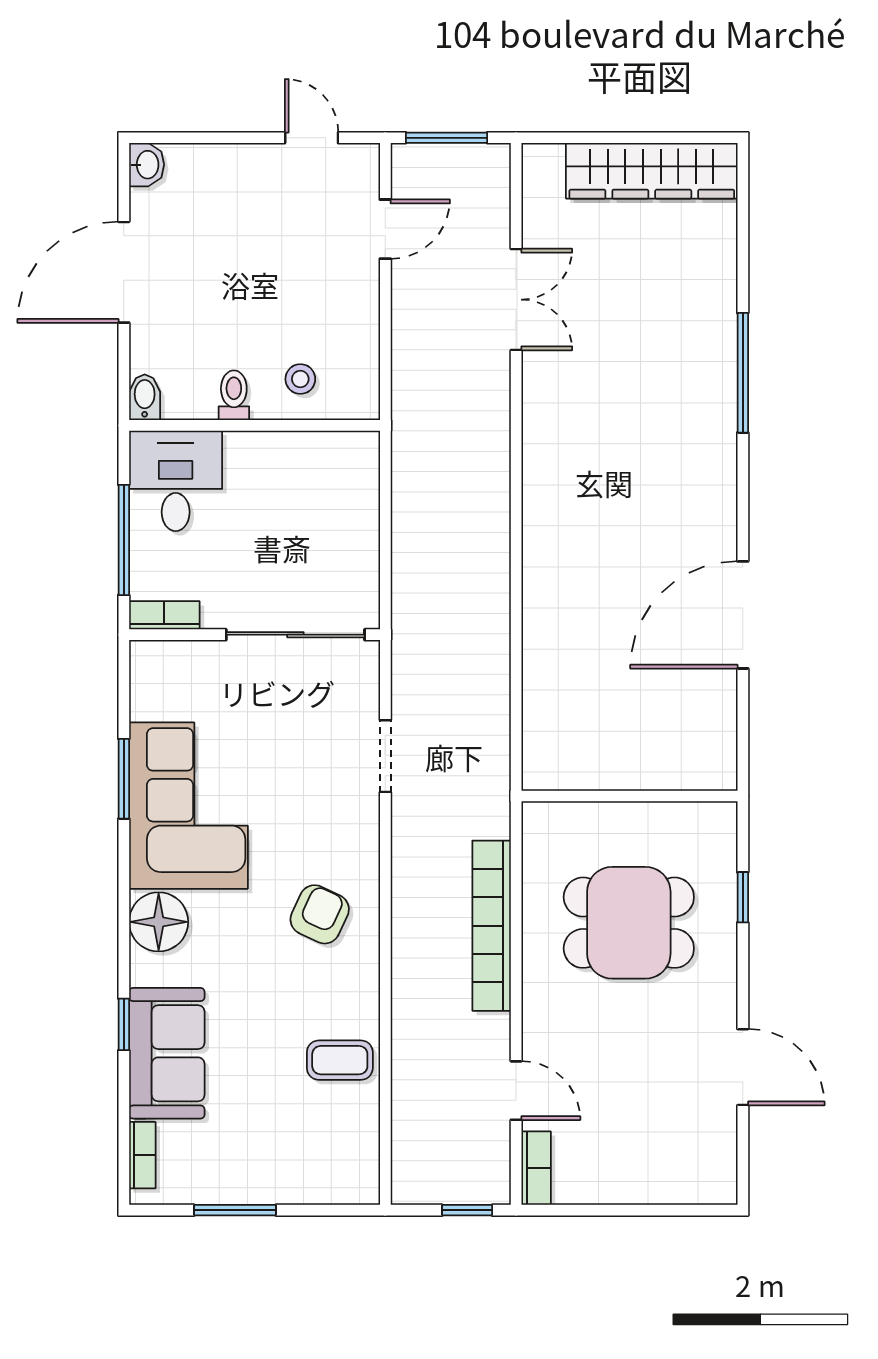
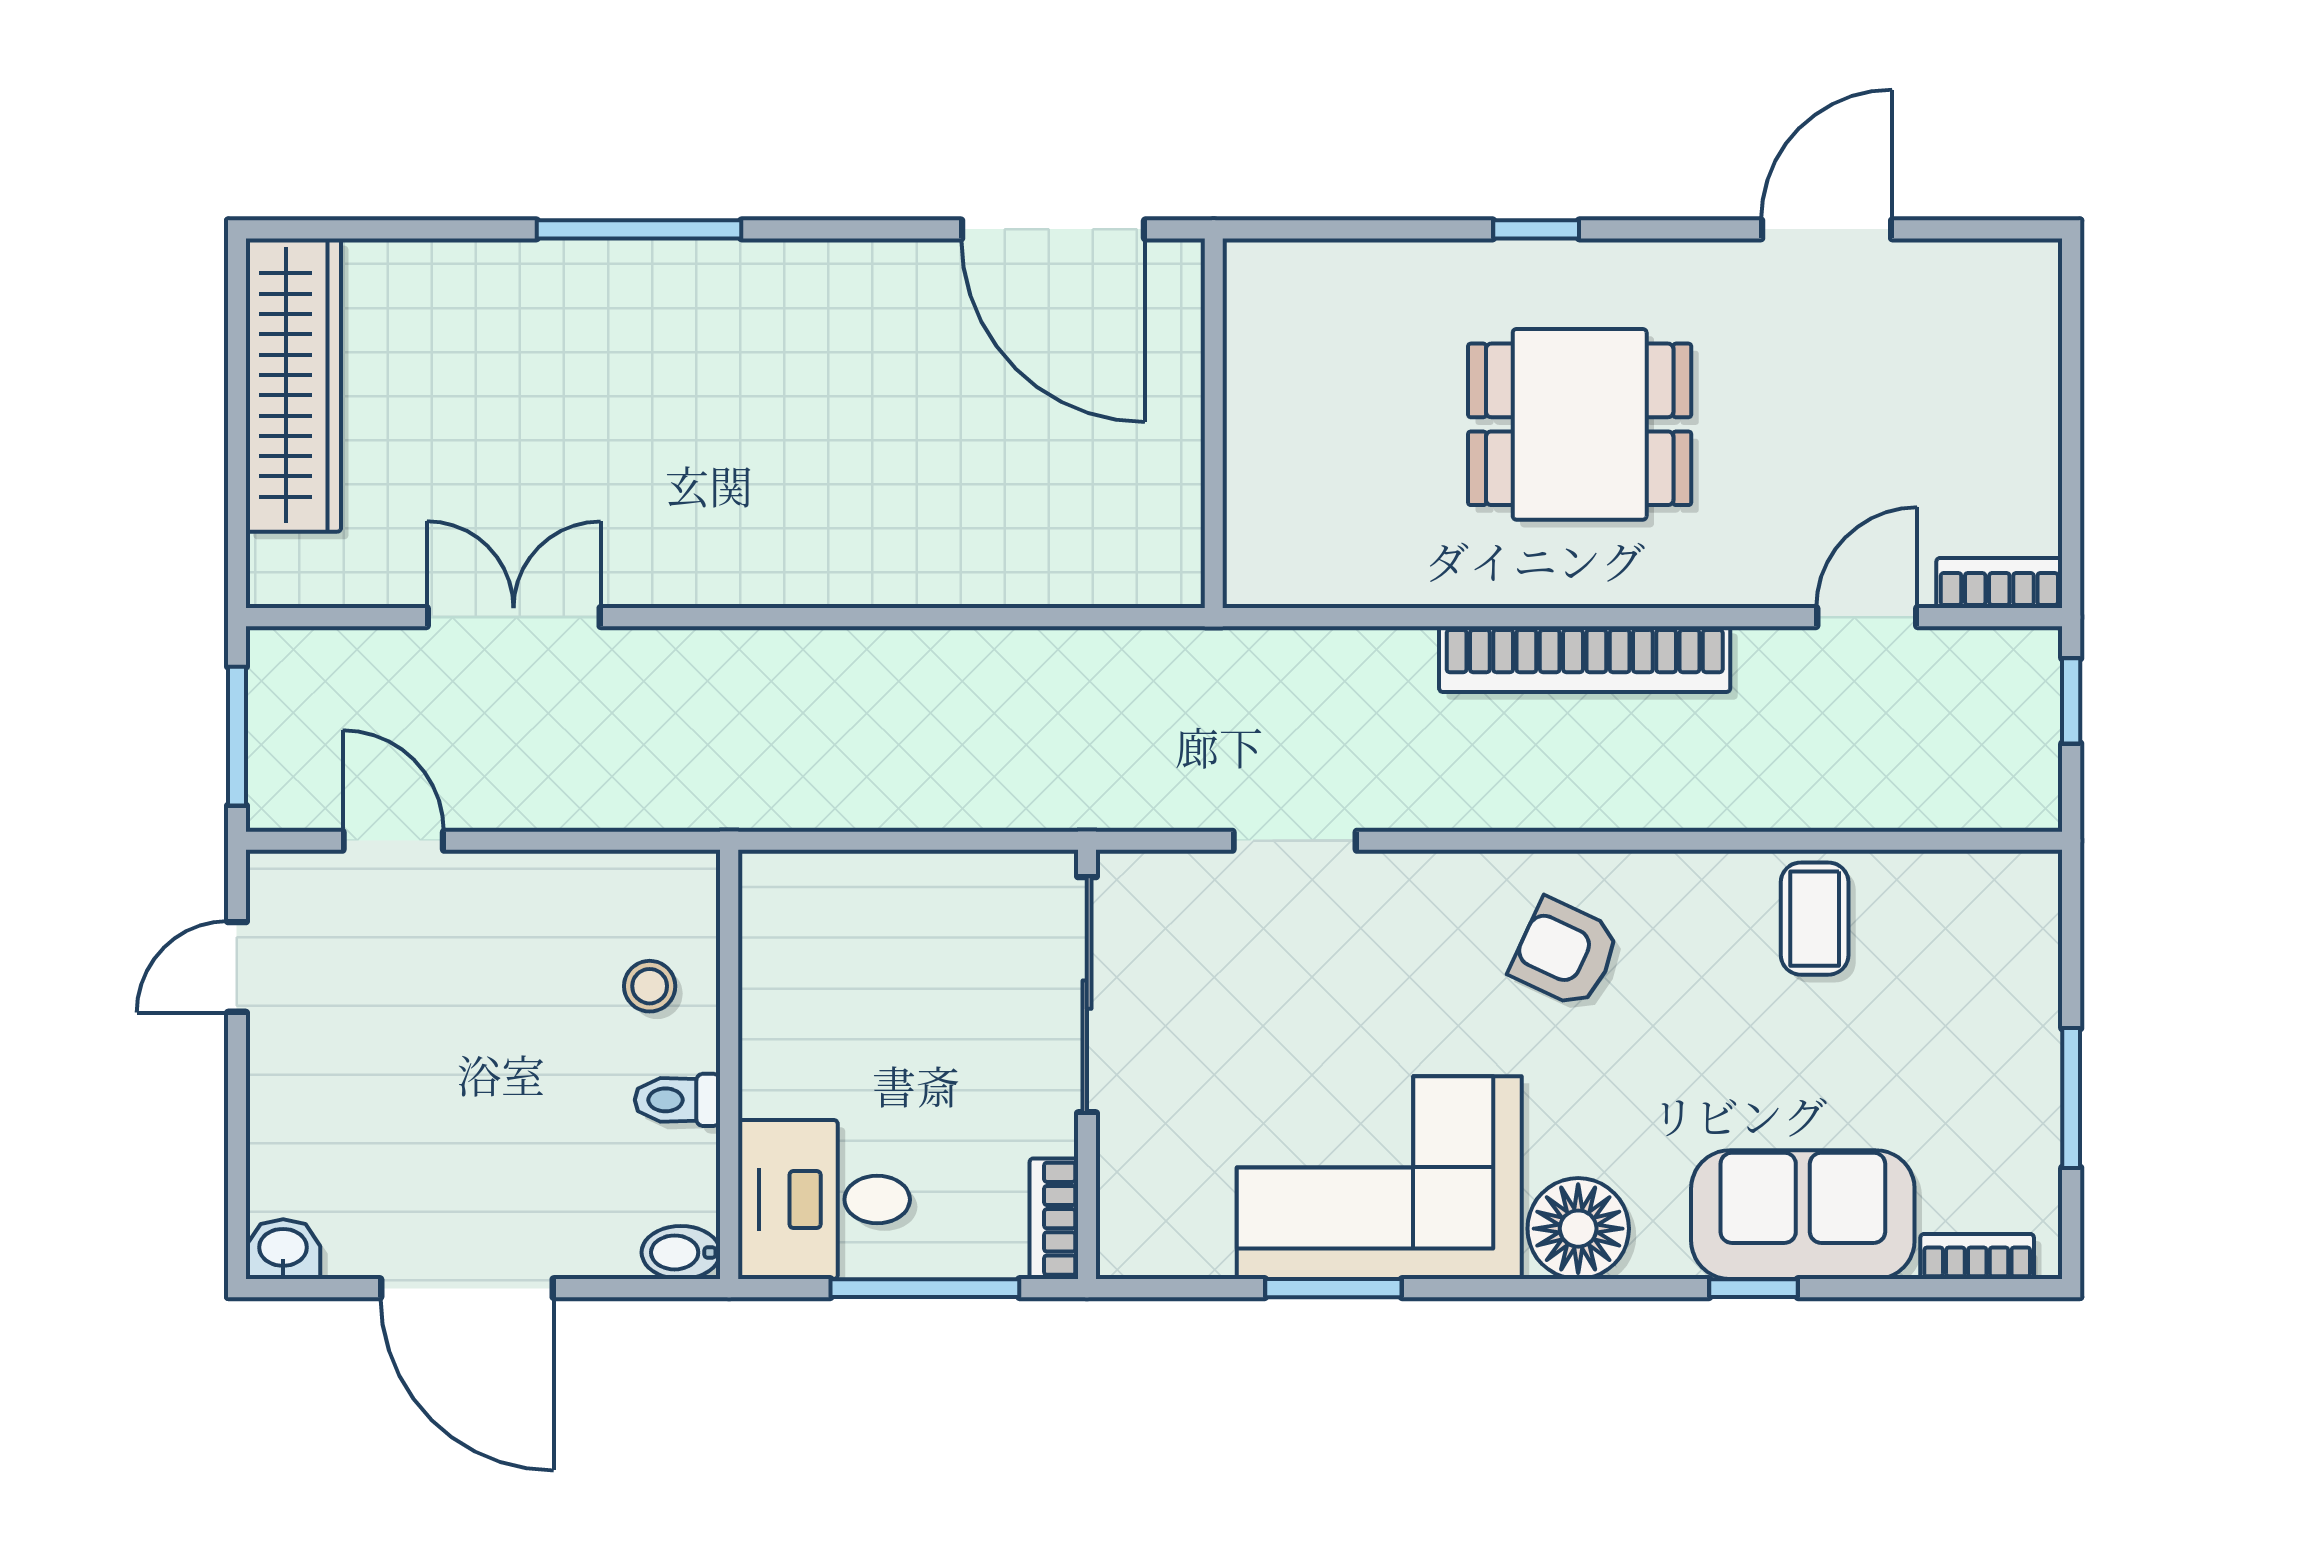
wall: (629, 796) -> (1214, 423), moved
dining table: (629, 923) -> (1580, 424), turned 90

